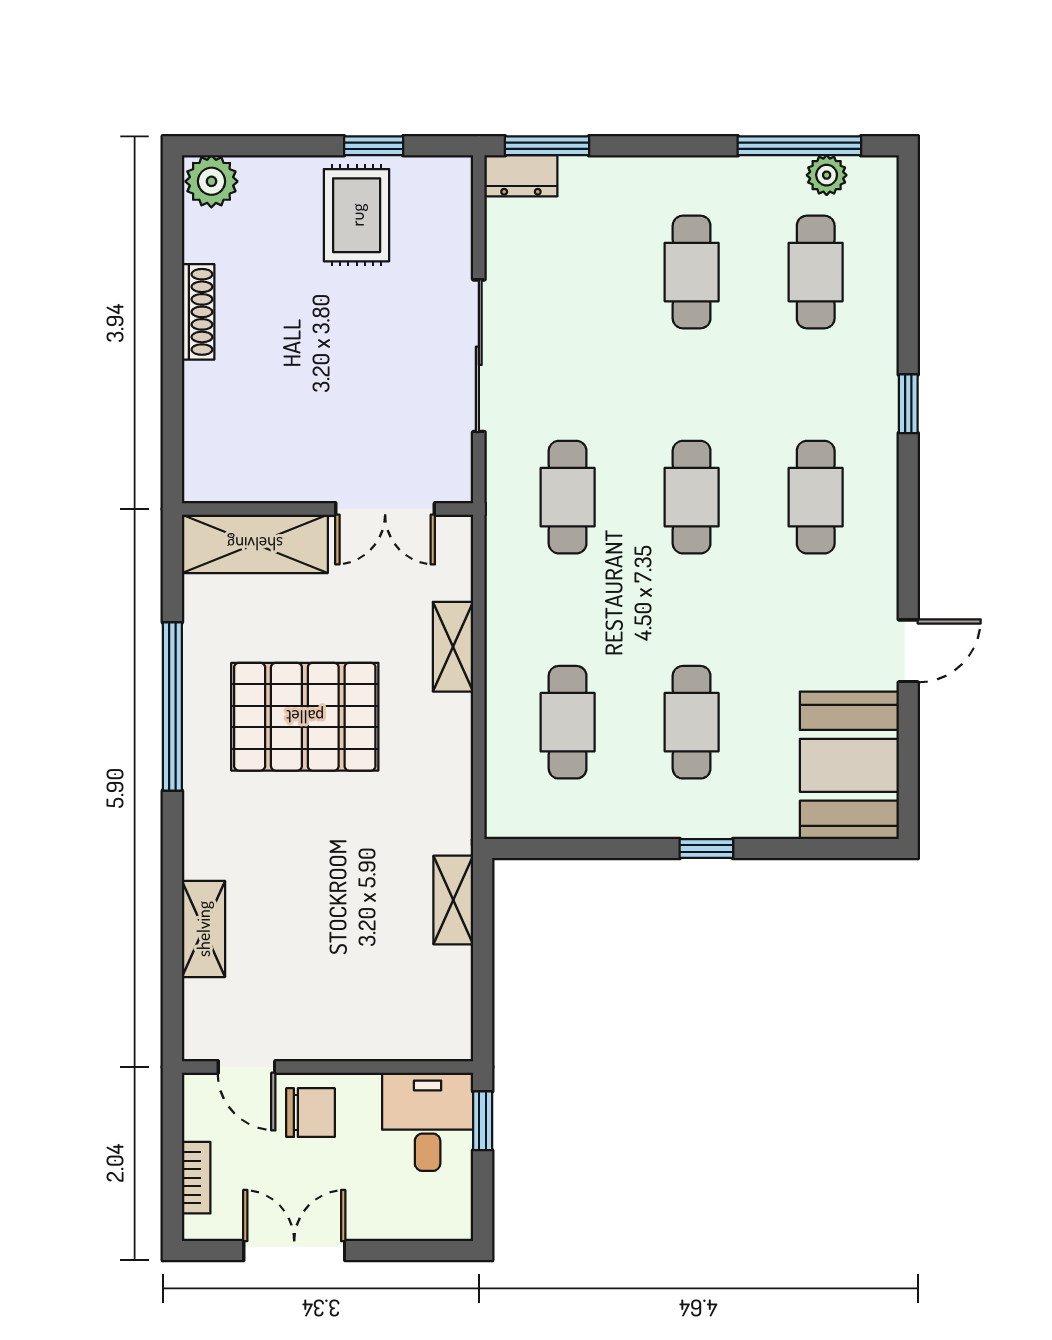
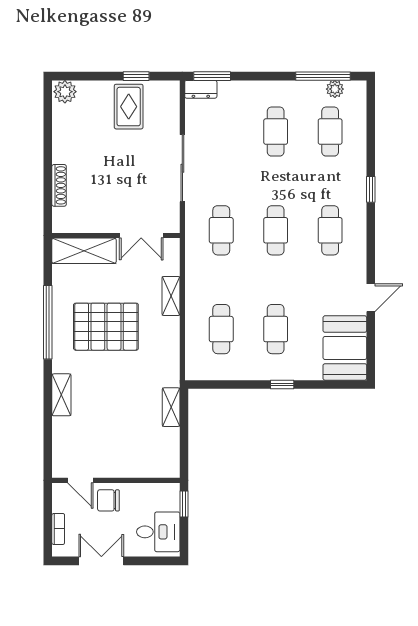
shoe rack: (198, 312) -> (59, 185), moved
shelving: (203, 929) -> (61, 395), moved
chair: (311, 1113) -> (108, 500), turned 180
desk: (428, 1122) -> (158, 532), moved, turned 90

